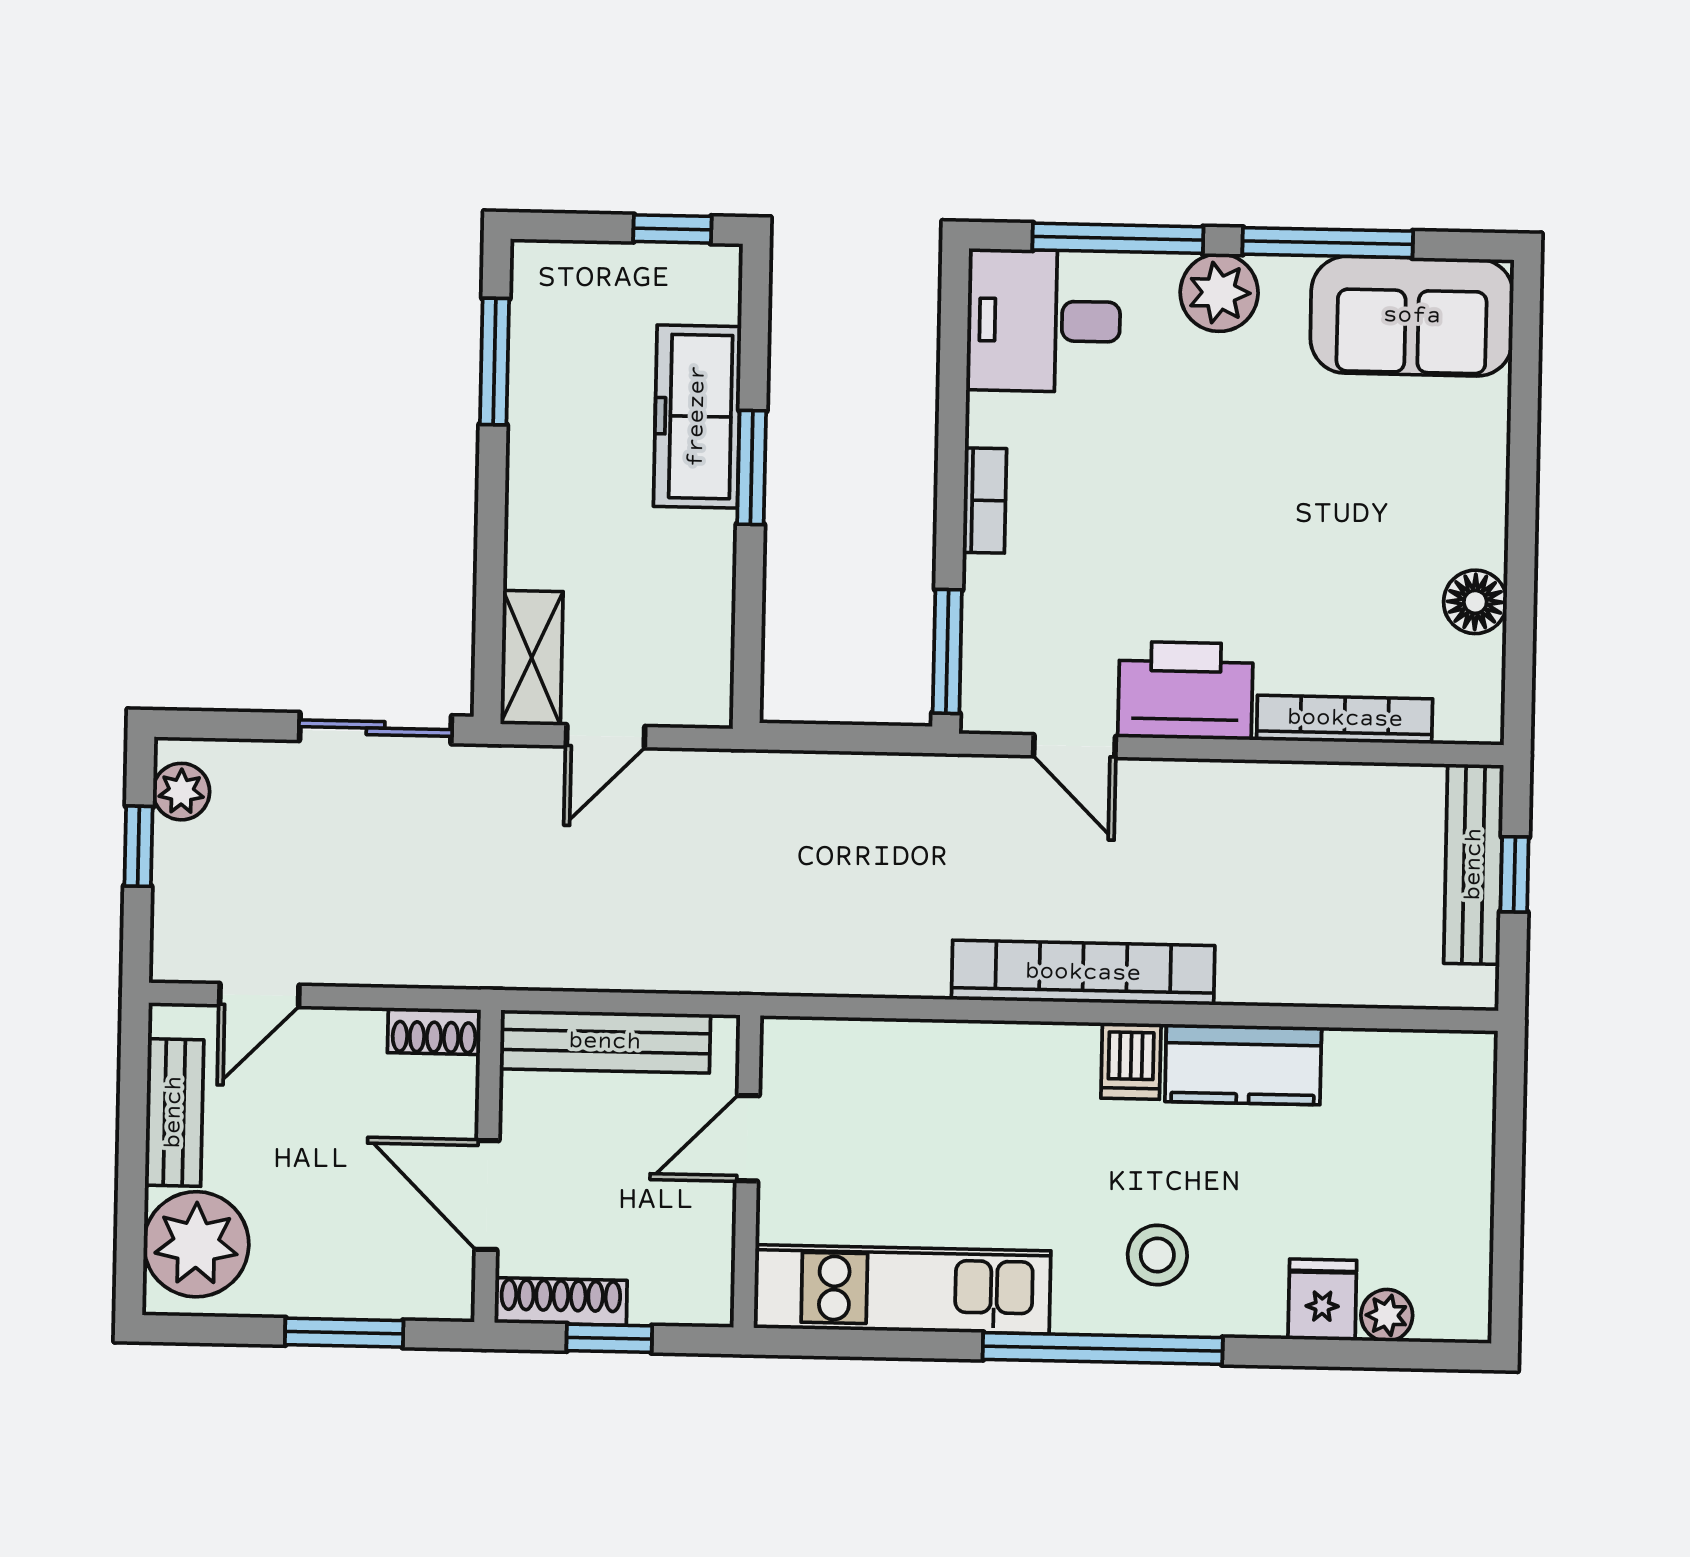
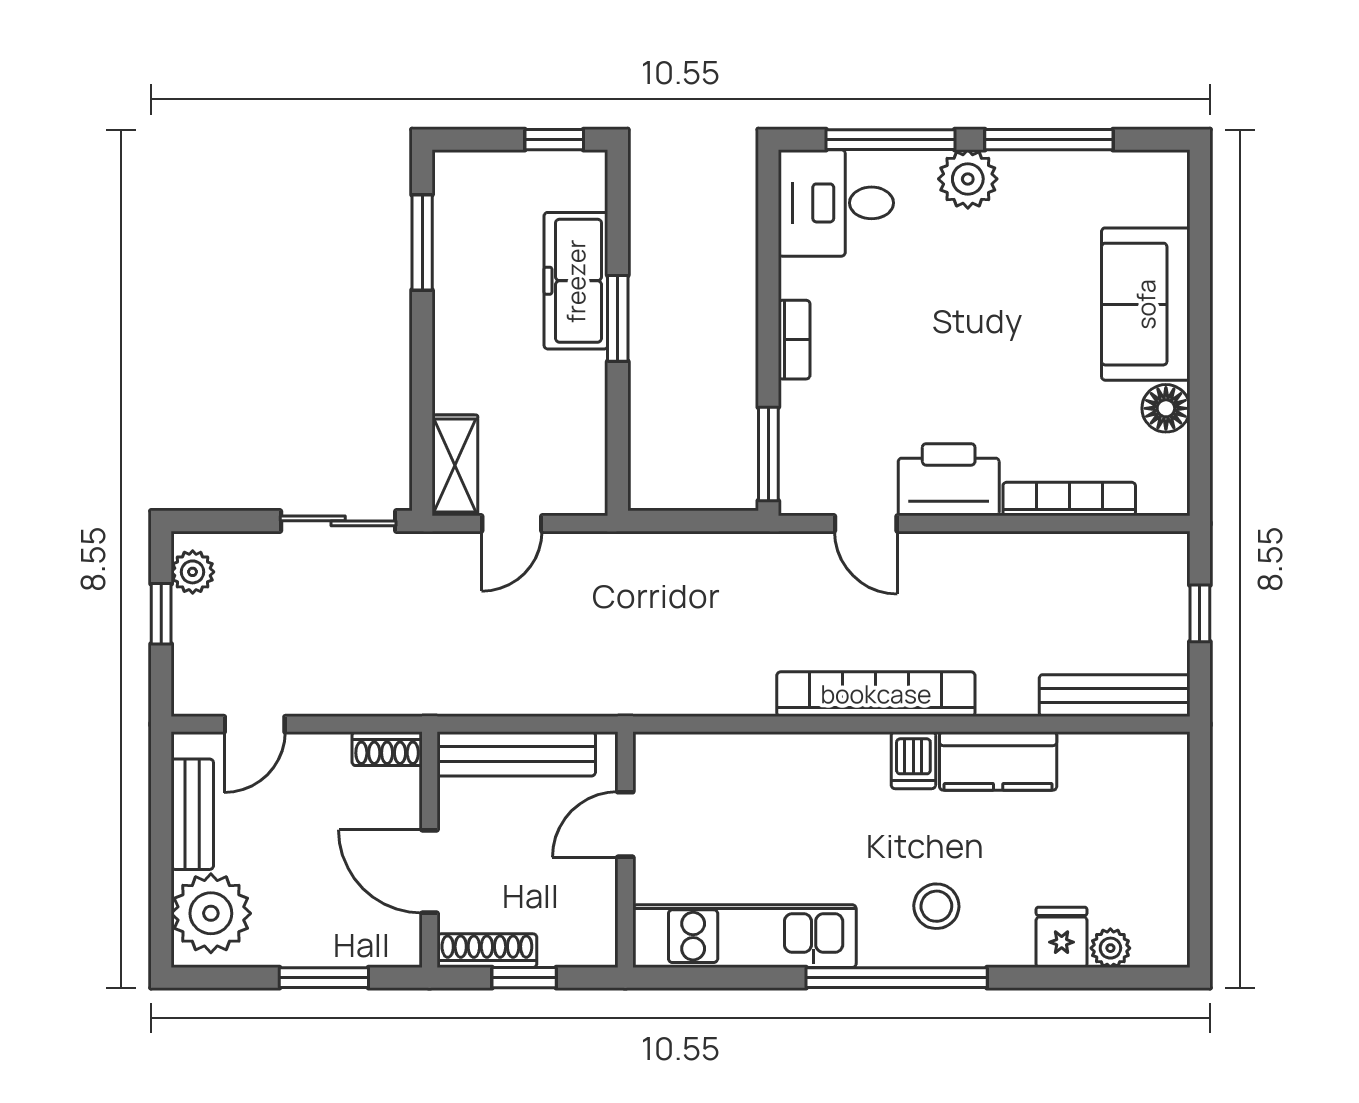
sofa: (1412, 316) -> (1146, 304), moved, turned 90
bench: (1474, 864) -> (1115, 696), moved, turned 90

